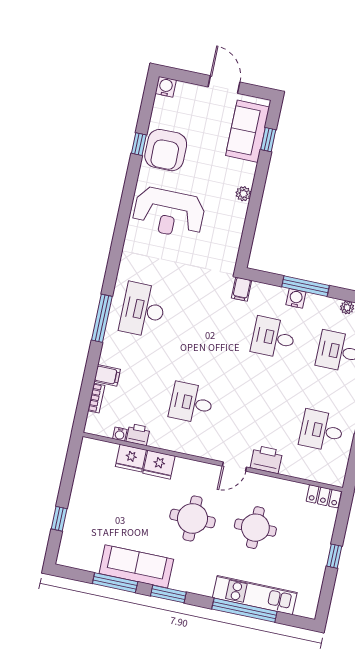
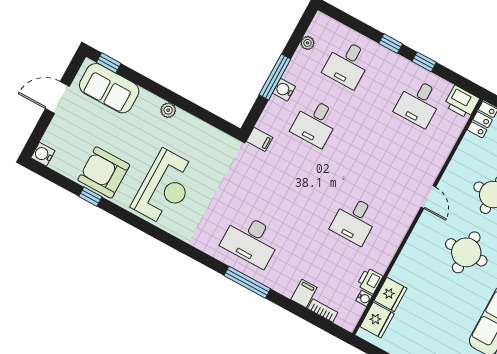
window: (268, 140) -> (109, 63), moved
armchair: (166, 150) -> (104, 172), turned 180
printer: (266, 459) -> (462, 102), moved, turned -90
fridge: (159, 465) -> (377, 320), moved

